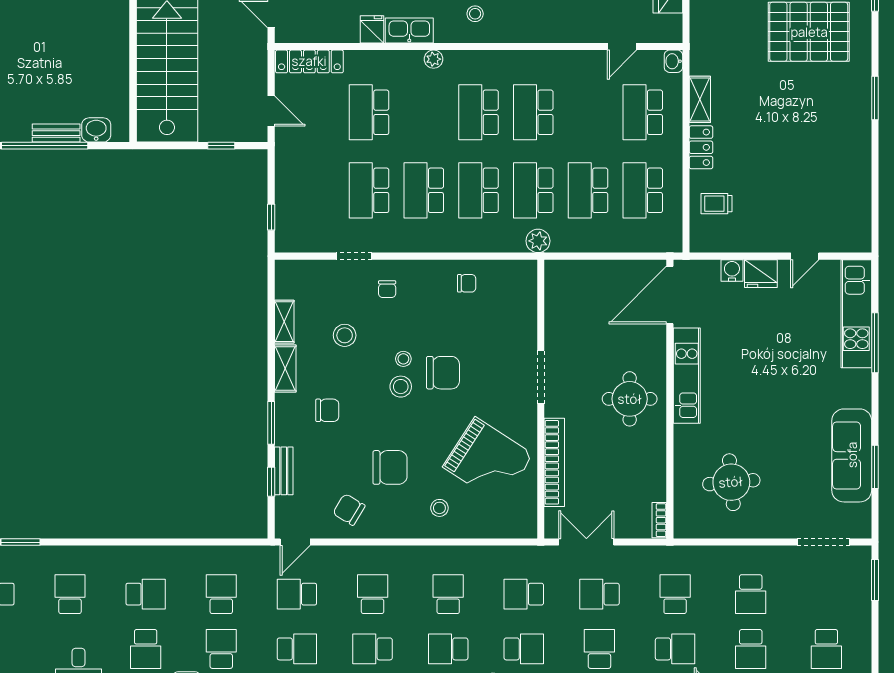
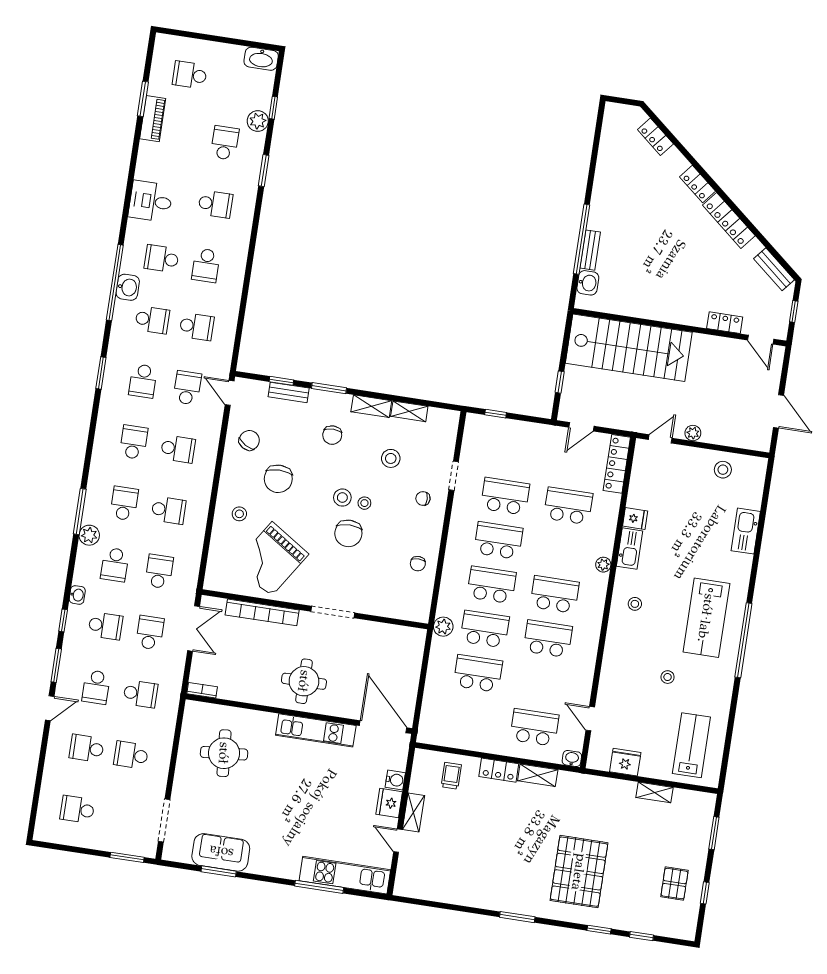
school desk: (643, 190) -> (471, 718), removed
shelving: (768, 243) -> (413, 812), added
sofa: (852, 455) -> (221, 852), width x0.73

